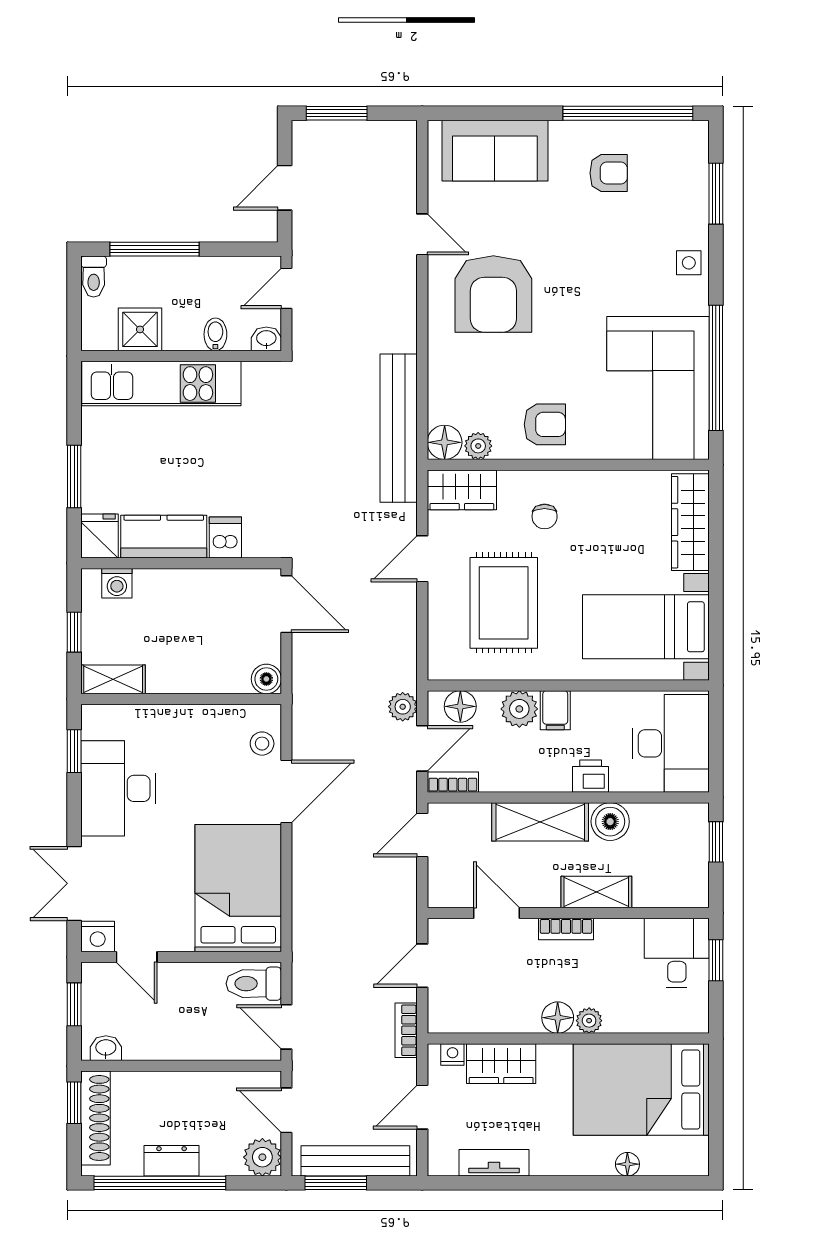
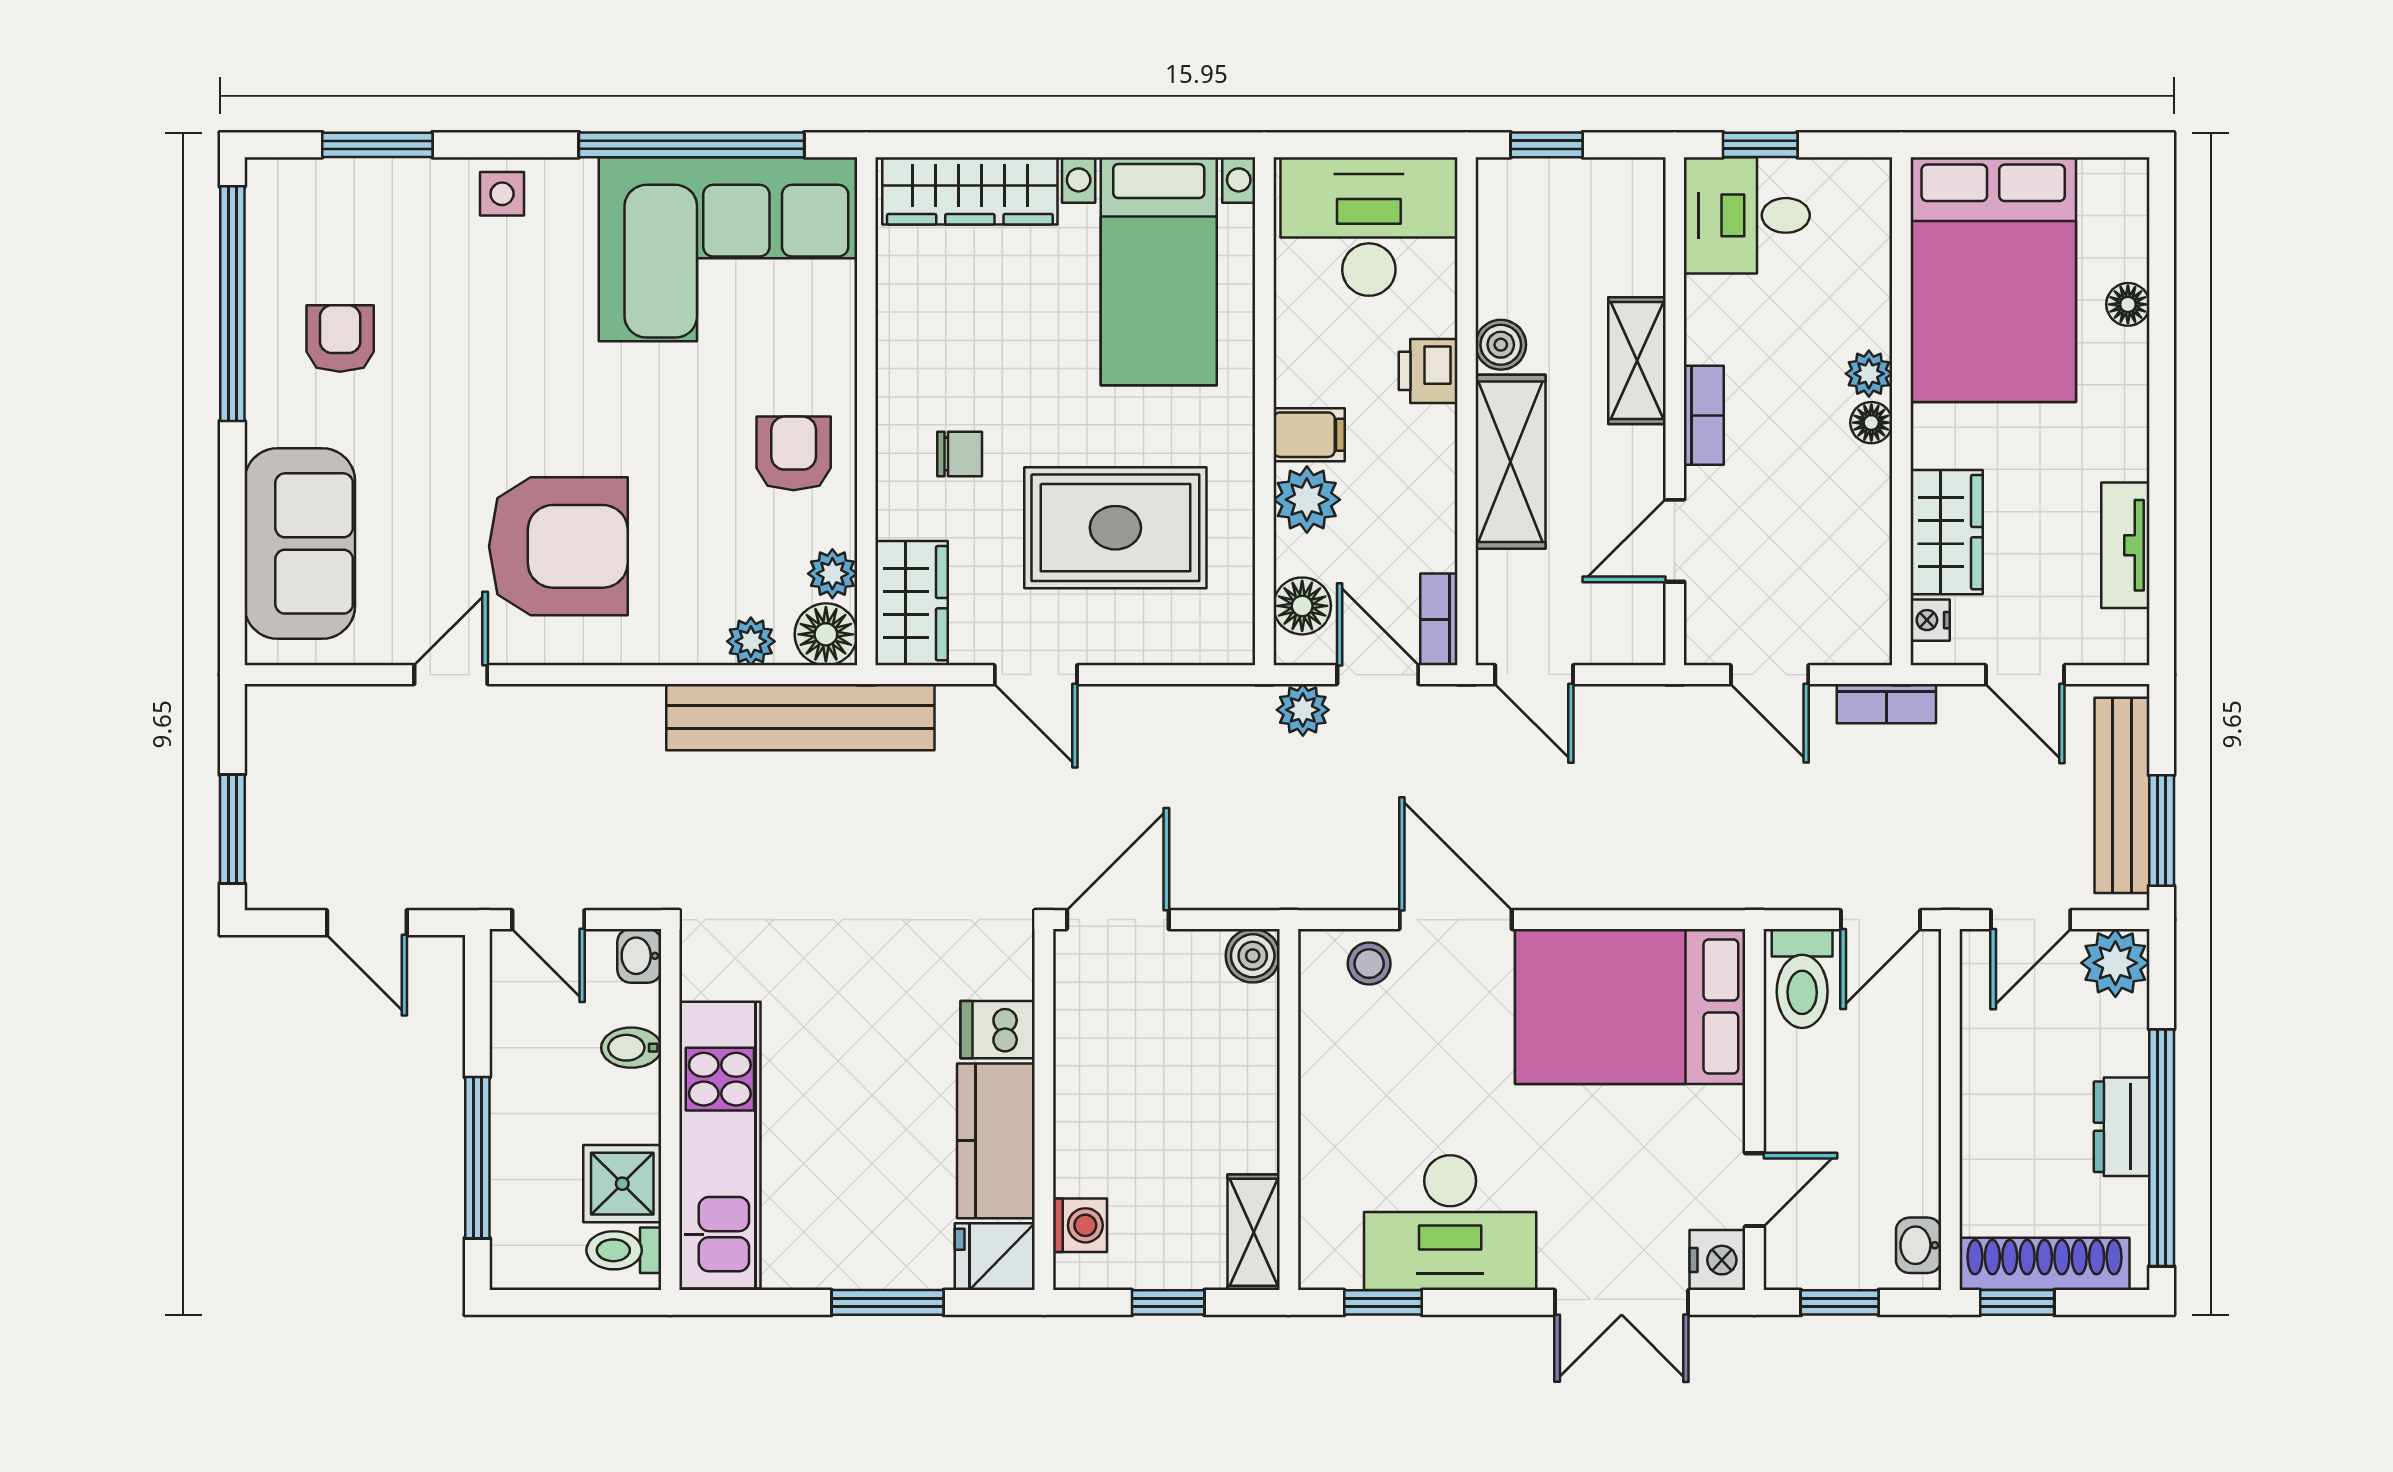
toilet: (94, 277) -> (624, 1250), moved, turned 180
plant: (441, 401) -> (751, 641), added
boiler: (610, 822) -> (1501, 345), width x0.73, depth x0.73
floor lamp: (558, 1018) -> (1871, 423), width x0.73, depth x0.73

